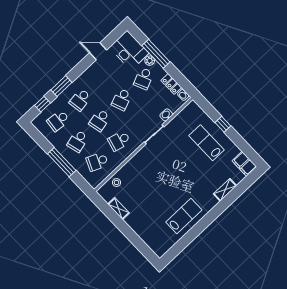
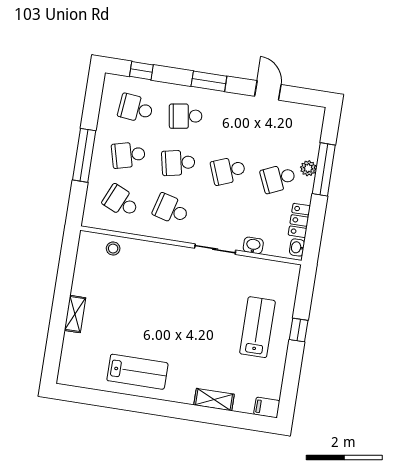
desk: (129, 50) -> (301, 130), removed
window: (61, 86) -> (209, 81), moved
filing cabinet: (244, 164) -> (267, 408), width x0.50
shelving: (119, 209) -> (75, 314), moved

